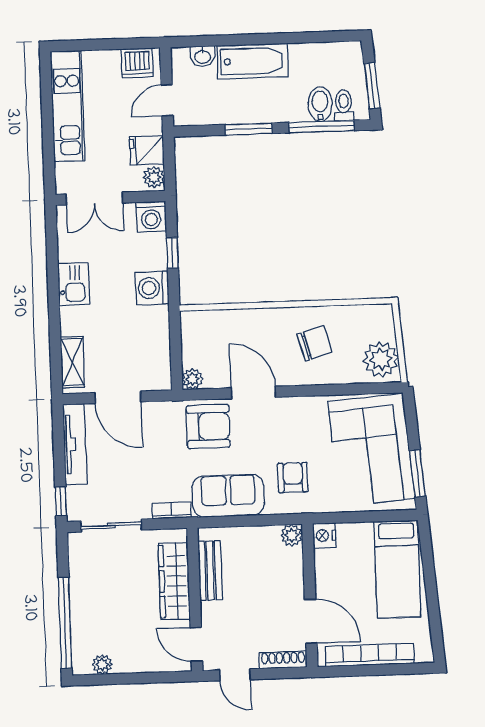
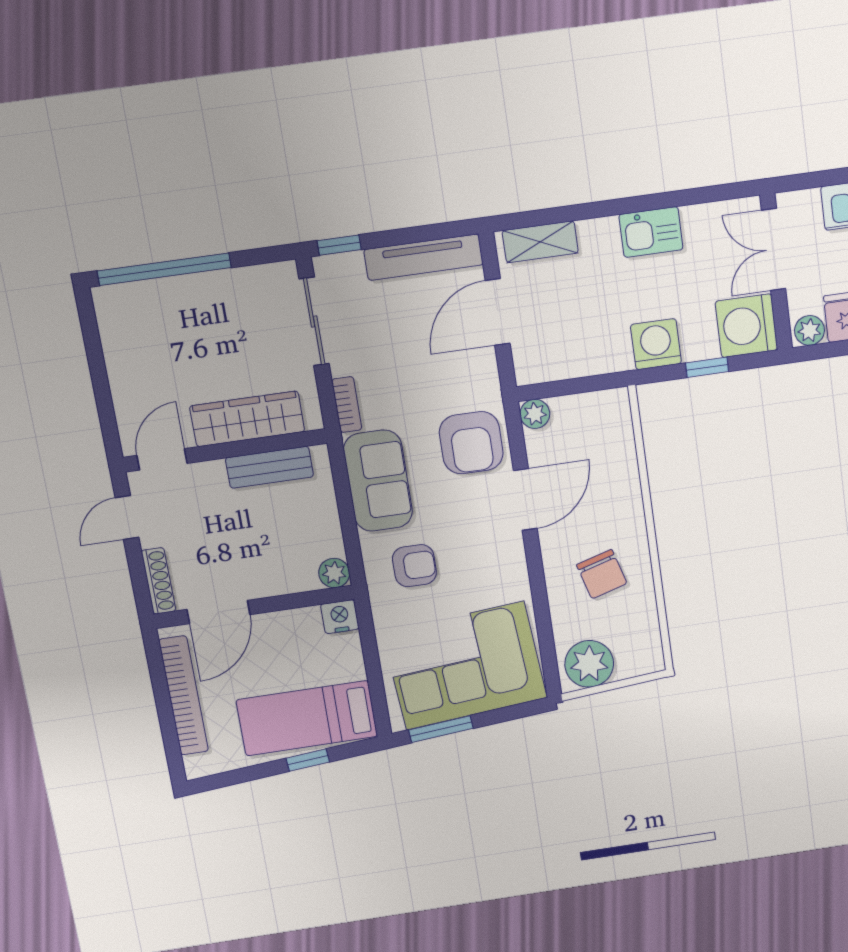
washing machine: (151, 216) -> (747, 326), width x1.37, depth x1.37
window: (429, 573) -> (308, 760), added
plant: (102, 664) -> (112, 329), removed

